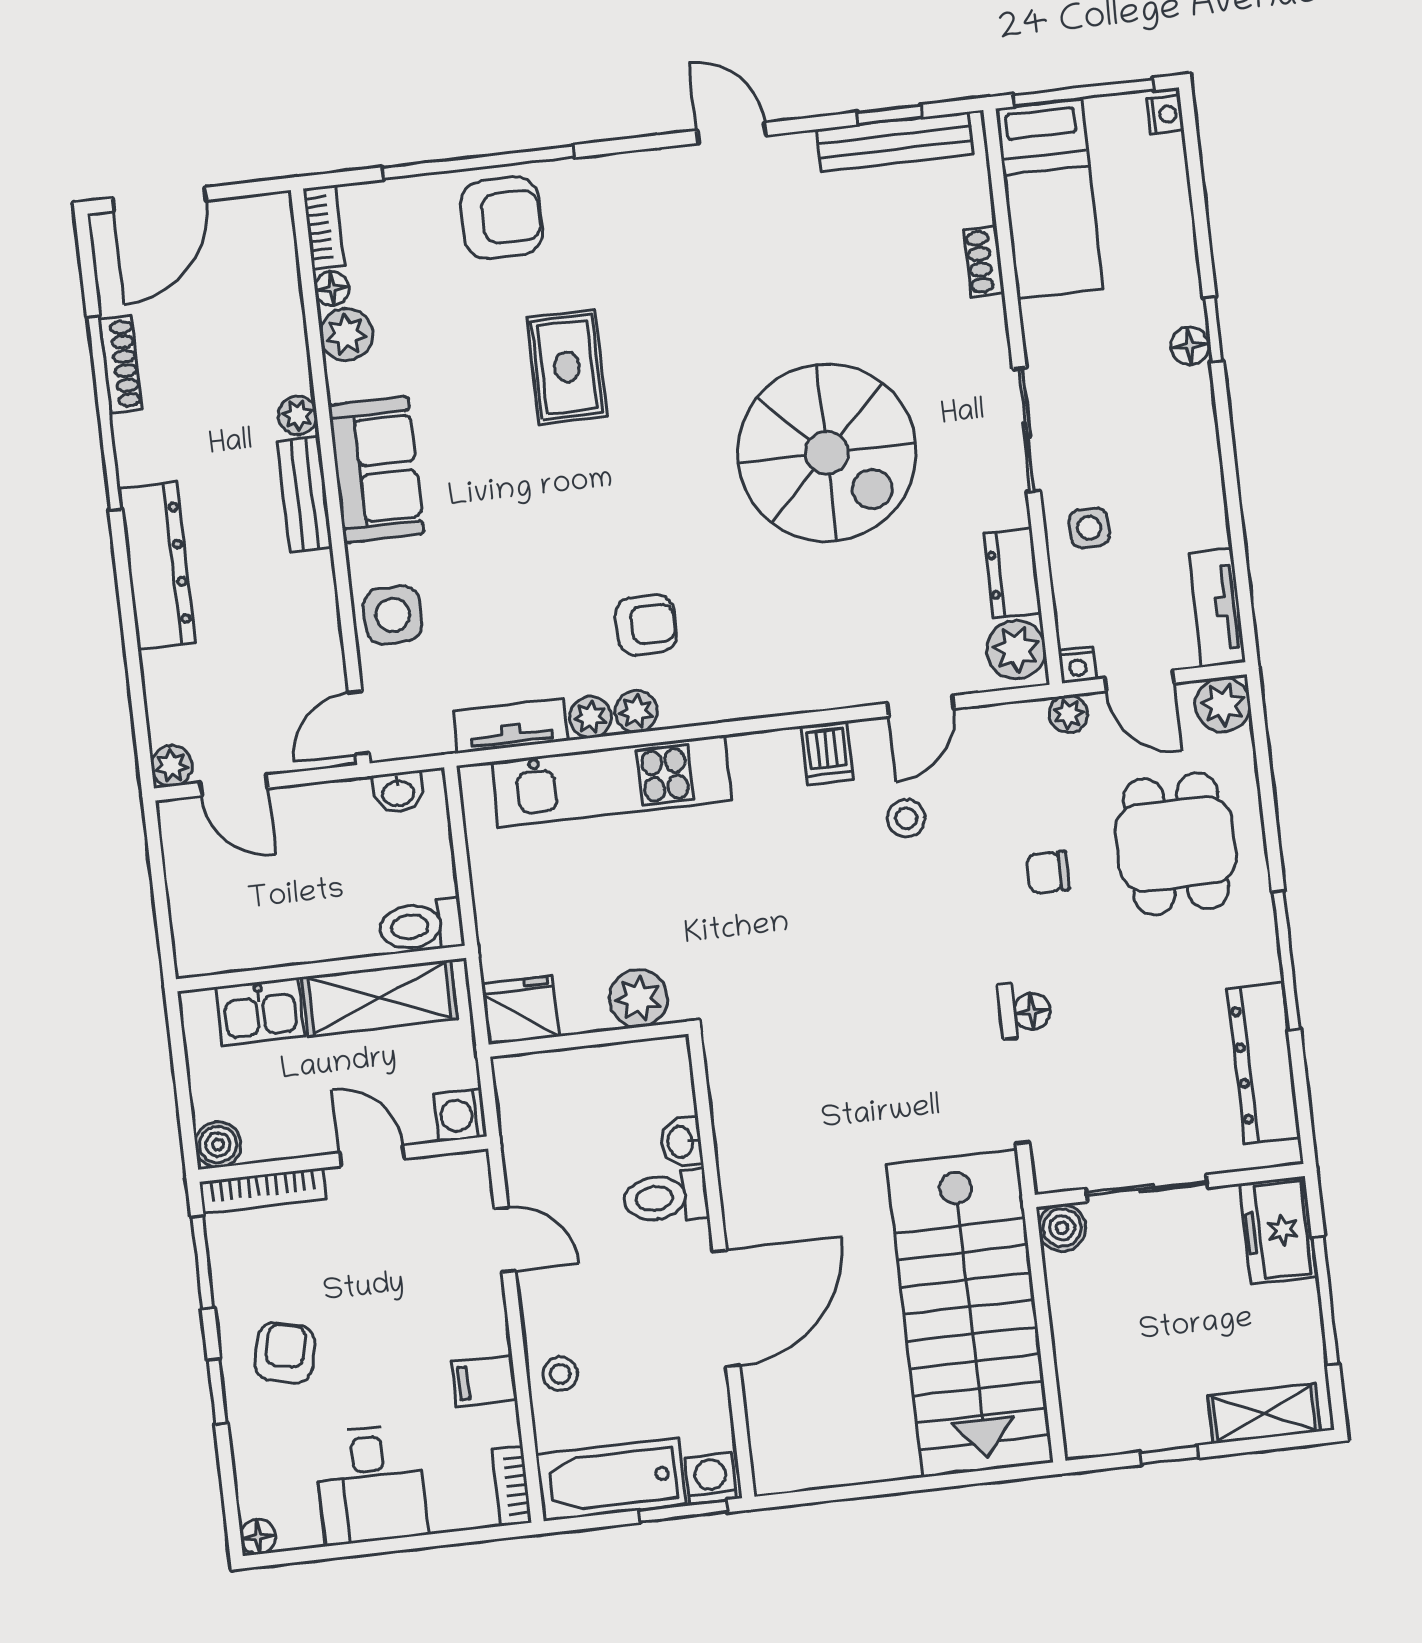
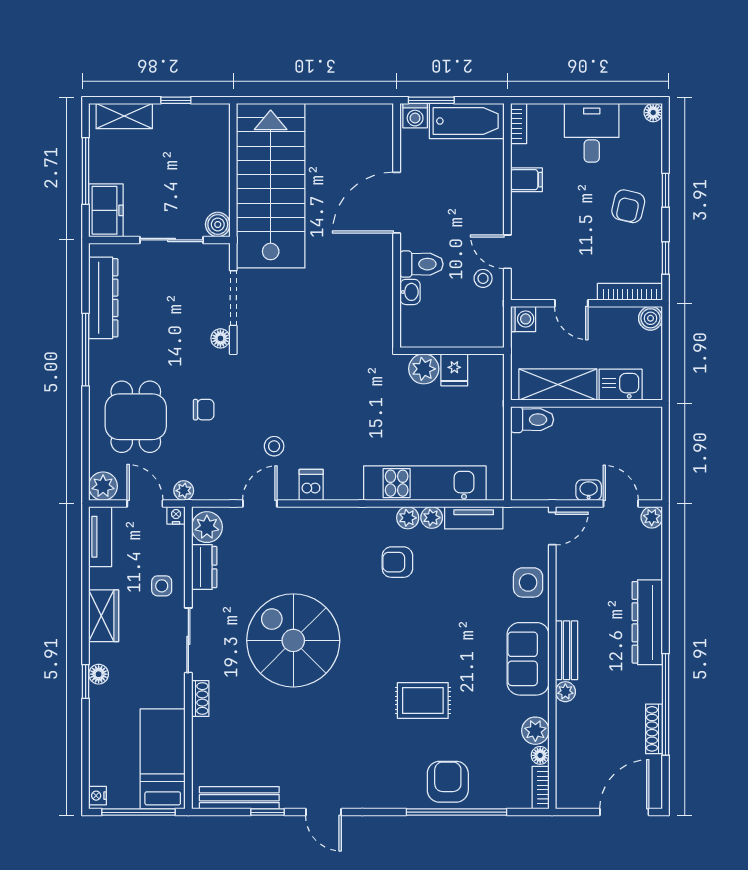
window: (890, 115) -> (267, 812), moved
armchair: (502, 218) -> (448, 782), turned 90
shoe rack: (984, 261) -> (200, 698), moved
rug: (567, 367) -> (423, 700), turned 90
wardrobe: (1193, 458) -> (104, 616), added
washbasin: (398, 792) -> (589, 490), moved
fridge: (520, 1010) -> (454, 370), moved, width x0.72
window: (203, 1263) -> (666, 258), width x0.67
stool: (560, 1374) -> (483, 278), moved

